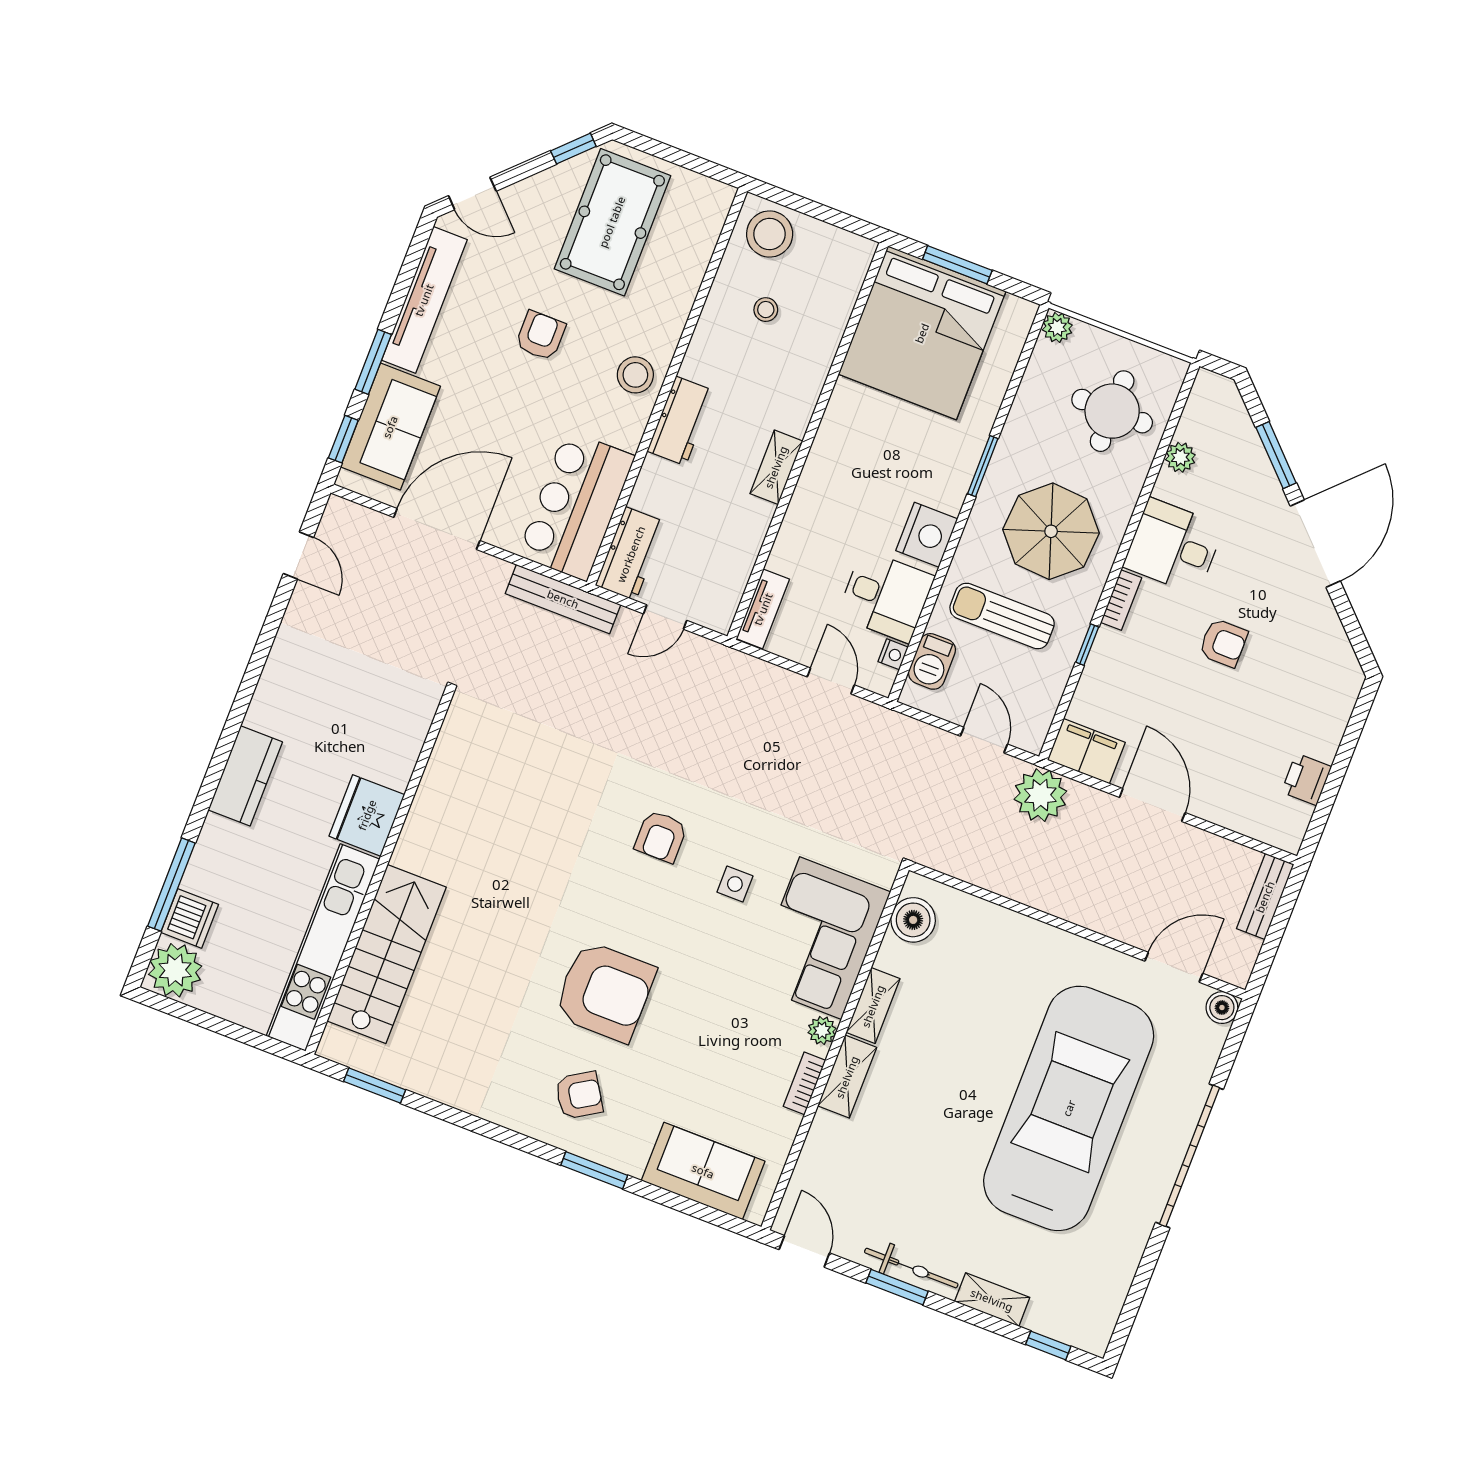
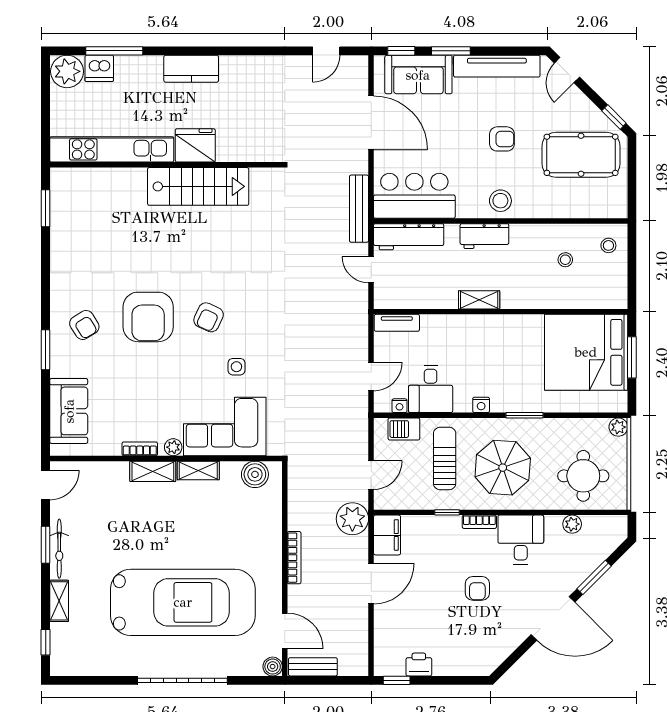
stool: (770, 234) -> (608, 245), width x0.53, depth x0.53
nightstand: (927, 535) -> (481, 405), width x0.53, depth x0.56
workbench: (631, 554) -> (409, 237), width x1.38
window: (1318, 823) -> (397, 680), added
armchair: (661, 837) -> (209, 317), moved, turned -65
bench: (1265, 897) -> (313, 667), moved
bookcase: (1066, 909) -> (294, 558), added
stairs: (386, 954) -> (198, 186), moved

